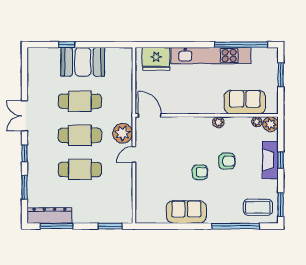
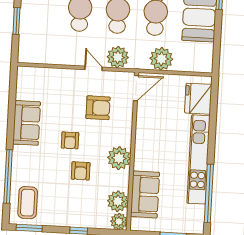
plant: (122, 94) -> (161, 59), added
plant: (218, 122) -> (119, 158), width x1.87, depth x1.87
plant: (257, 122) -> (118, 201), width x1.88, depth x1.88
armchair: (169, 149) -> (98, 108), added
fireplace: (270, 160) -> (79, 219), removed
window: (110, 226) -> (16, 21), moved

